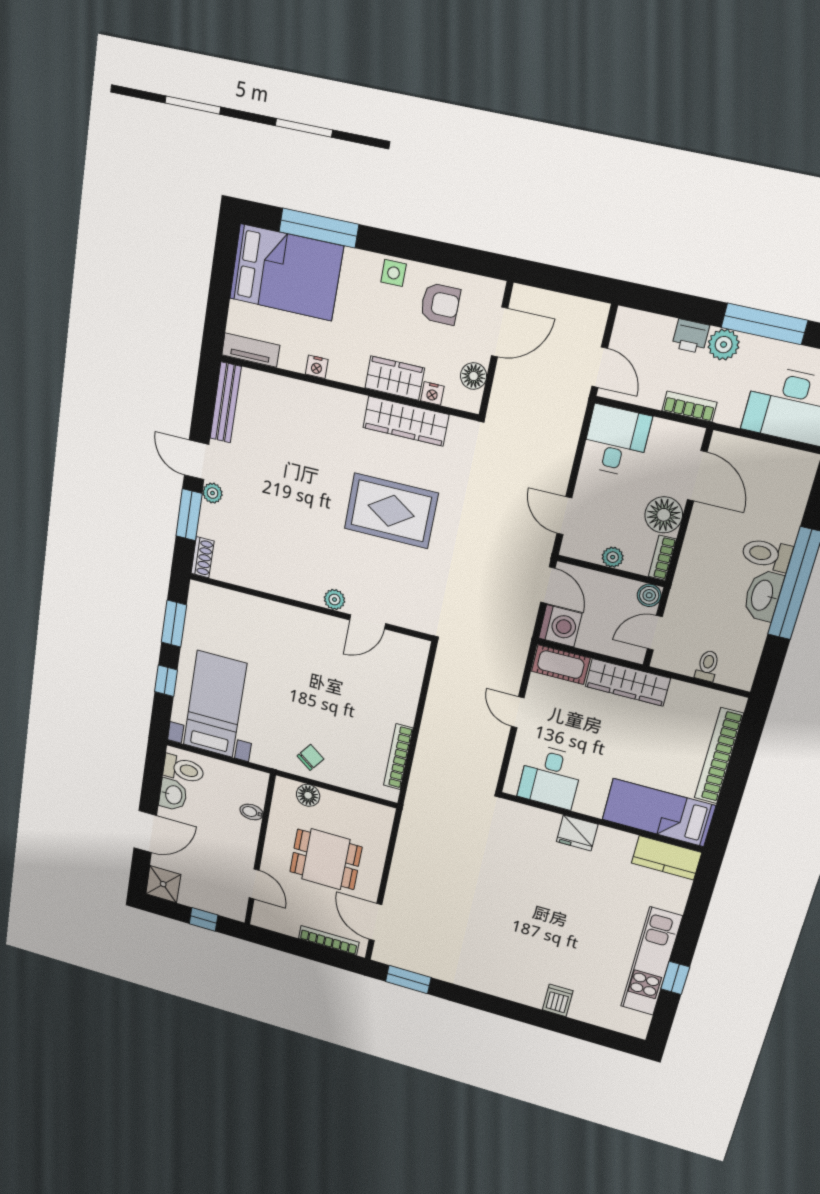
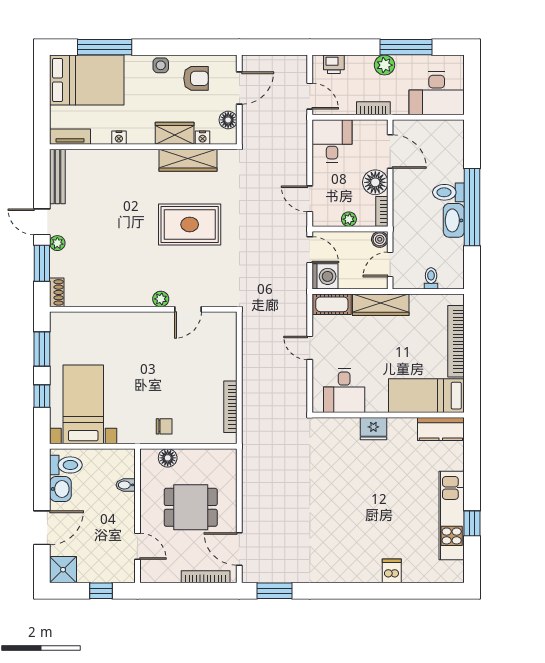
printer: (691, 336) -> (334, 64), moved
chair: (310, 757) -> (164, 426), turned 54

